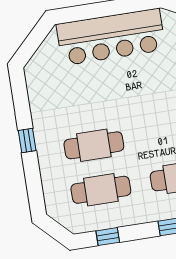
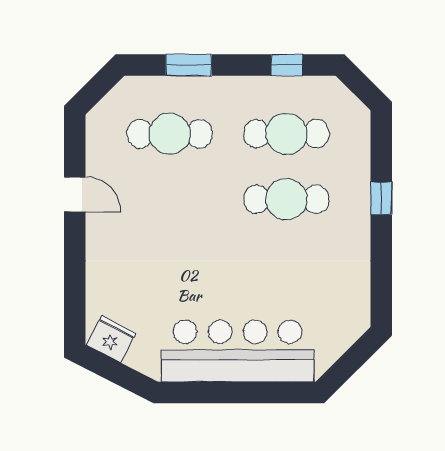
window: (27, 141) -> (381, 198), moved

